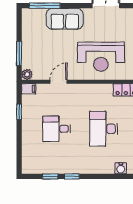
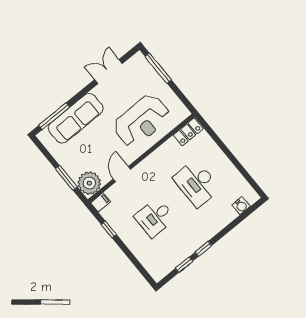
sofa: (65, 19) -> (76, 118), width x1.36
plant: (27, 74) -> (89, 183), width x1.87, depth x1.87

